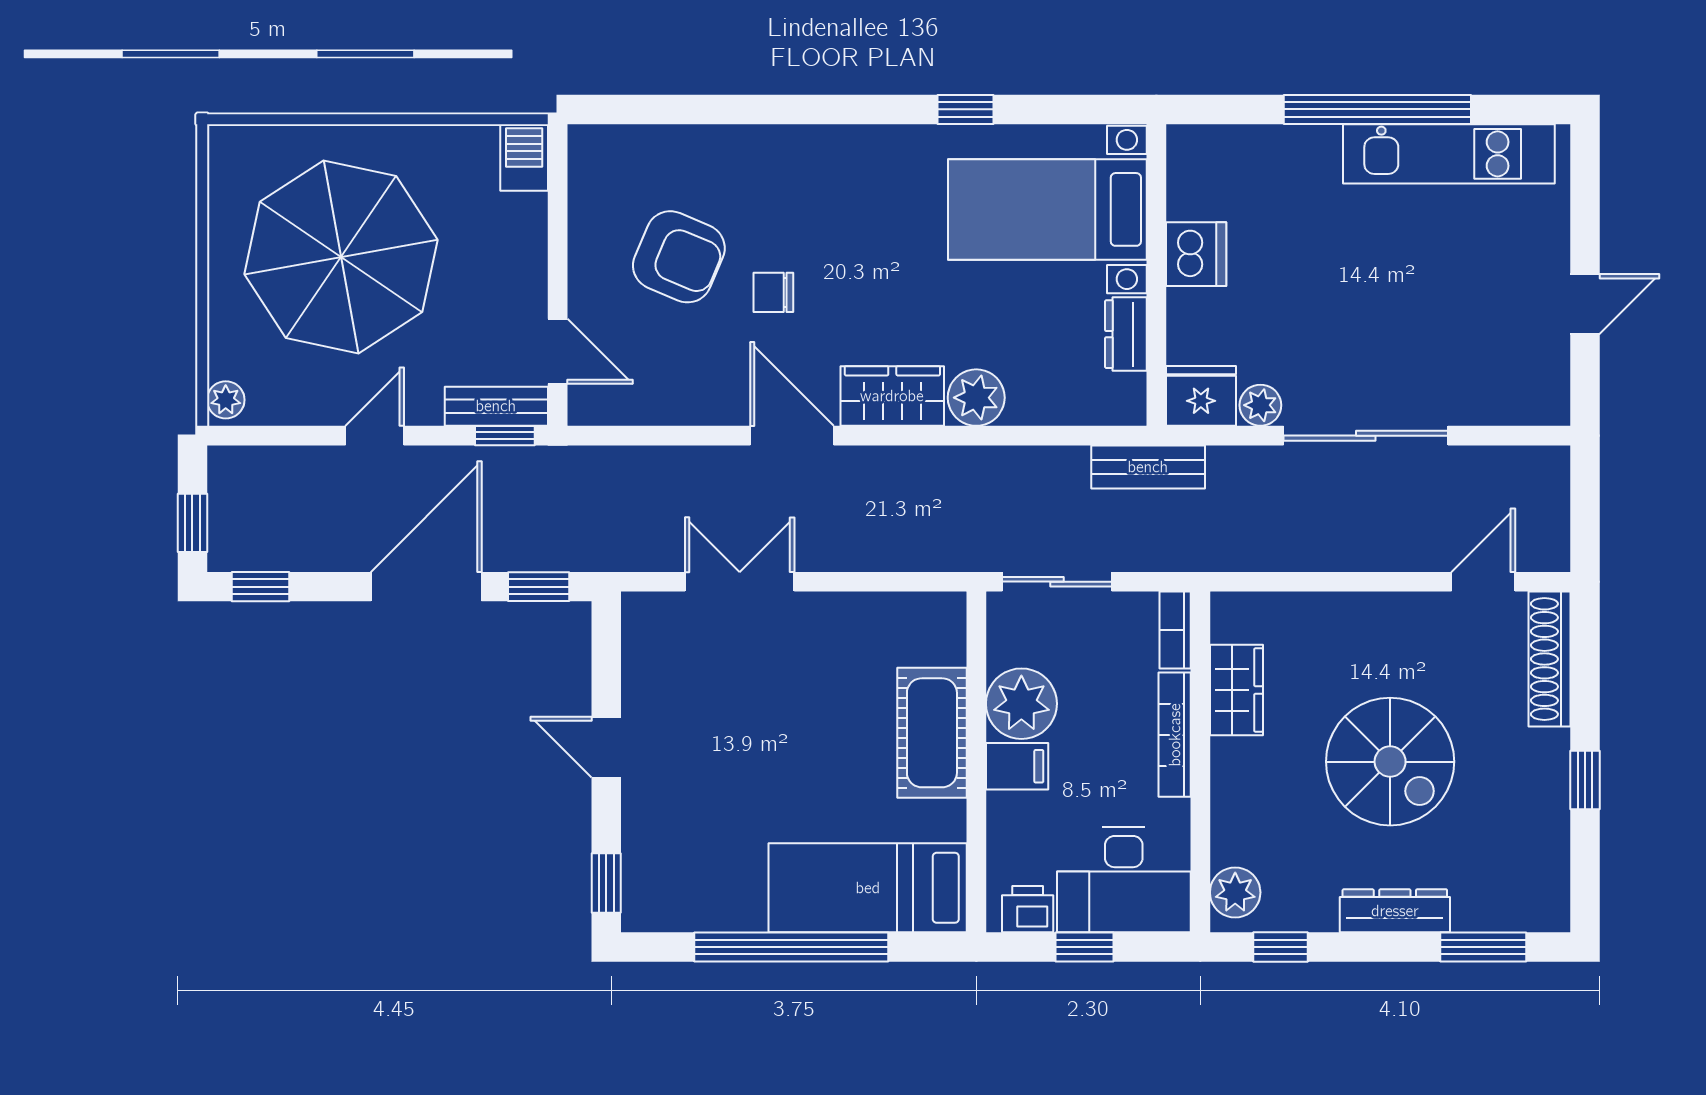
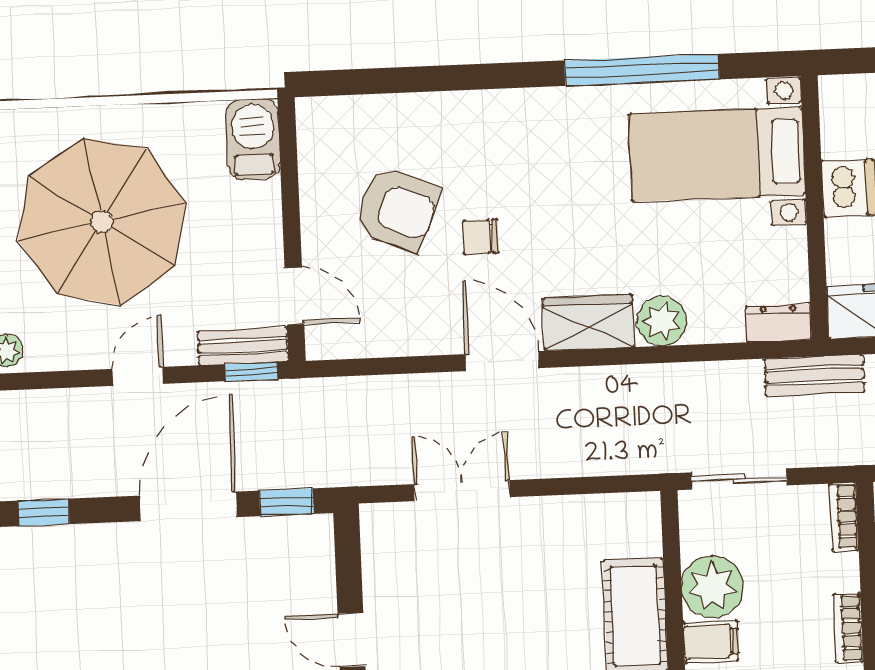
window: (965, 109) -> (642, 70), width x3.17
barbecue: (524, 157) -> (253, 139), width x1.38, depth x1.27
dresser: (1126, 334) -> (779, 323), moved, turned 90
bookcase: (1175, 735) -> (848, 628), width x0.64

